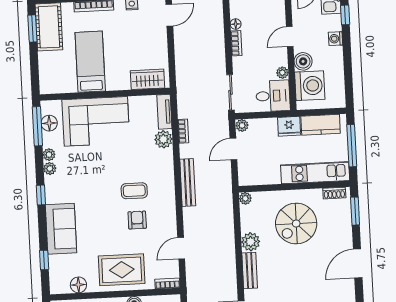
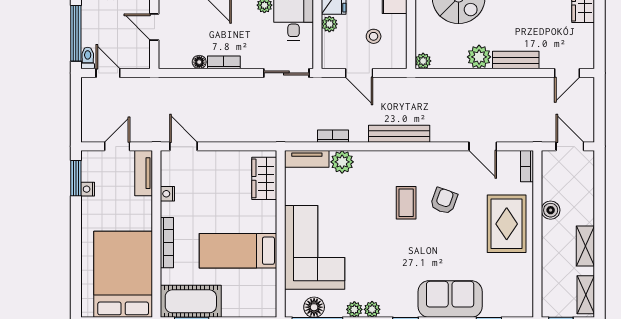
plant: (242, 125) -> (329, 24), moved
stool: (263, 159) -> (374, 36), added
armchair: (137, 220) -> (444, 201), turned 110
floor lamp: (78, 285) -> (523, 280), removed

